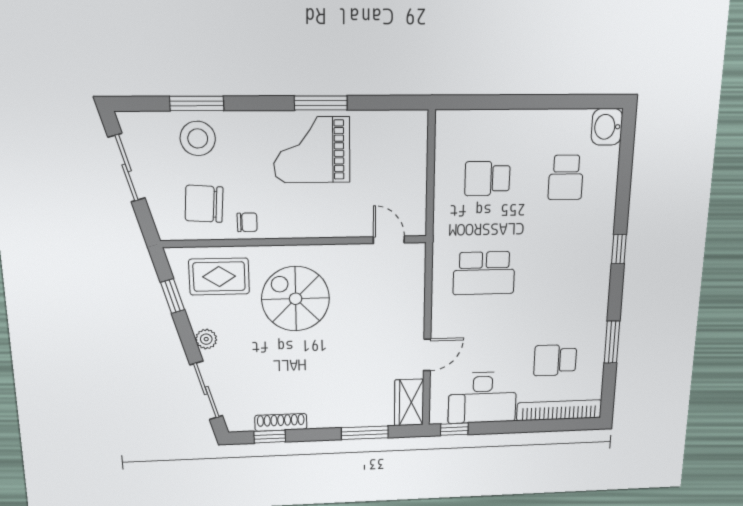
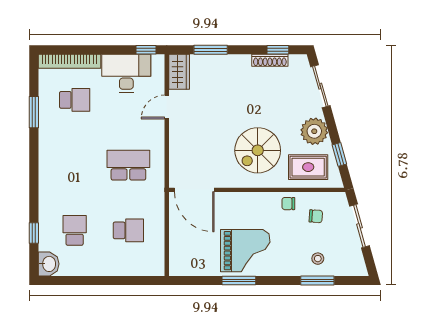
stool: (198, 138) -> (318, 259), width x0.53, depth x0.53
sliding door: (127, 168) -> (359, 226), moved
chair: (204, 204) -> (316, 216), width x0.54, depth x0.54
door: (389, 240) -> (194, 190), width x1.88
window: (619, 249) -> (34, 233), moved
spiral stairs: (296, 299) -> (258, 150), turned 90
plant: (206, 339) -> (314, 131), width x1.87, depth x1.87

